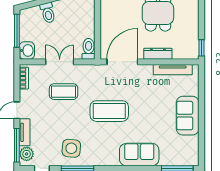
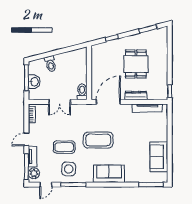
washbasin: (27, 50) -> (34, 82), moved
double door: (60, 62) -> (60, 102), swing flipped
coffee table: (64, 92) -> (64, 147), moved
sofa: (188, 116) -> (159, 157), moved
sofa: (139, 155) -> (109, 174), moved

